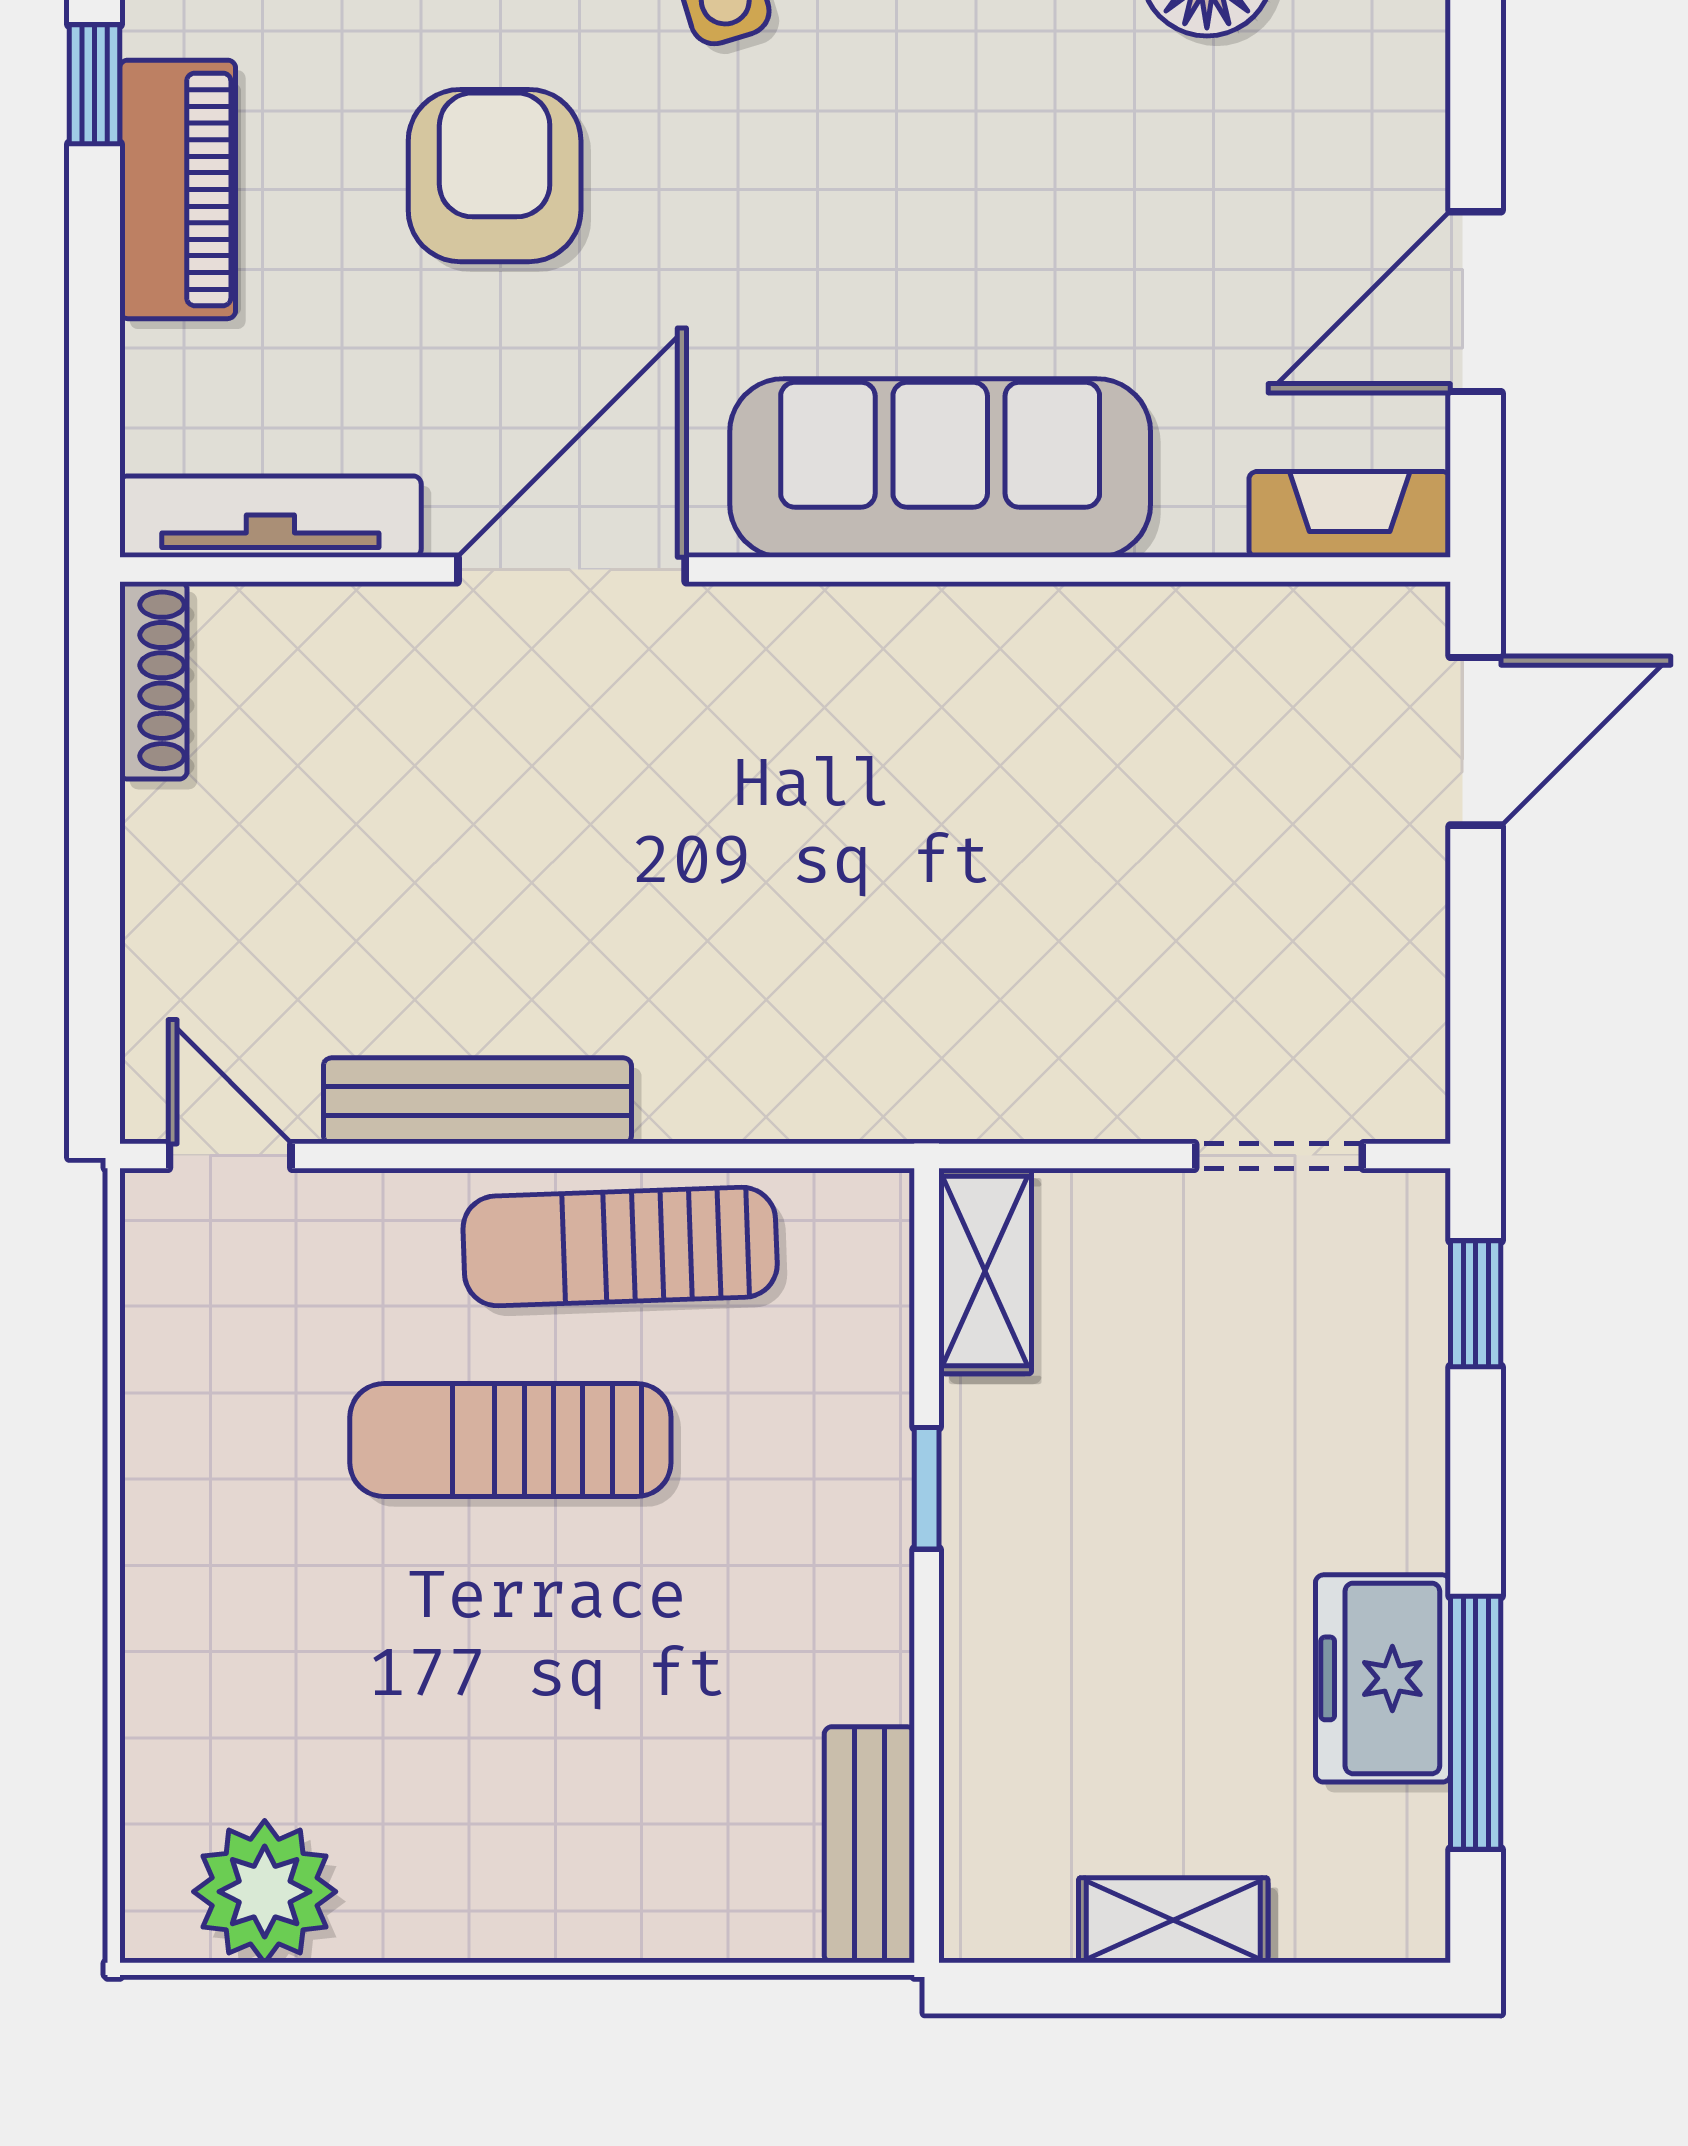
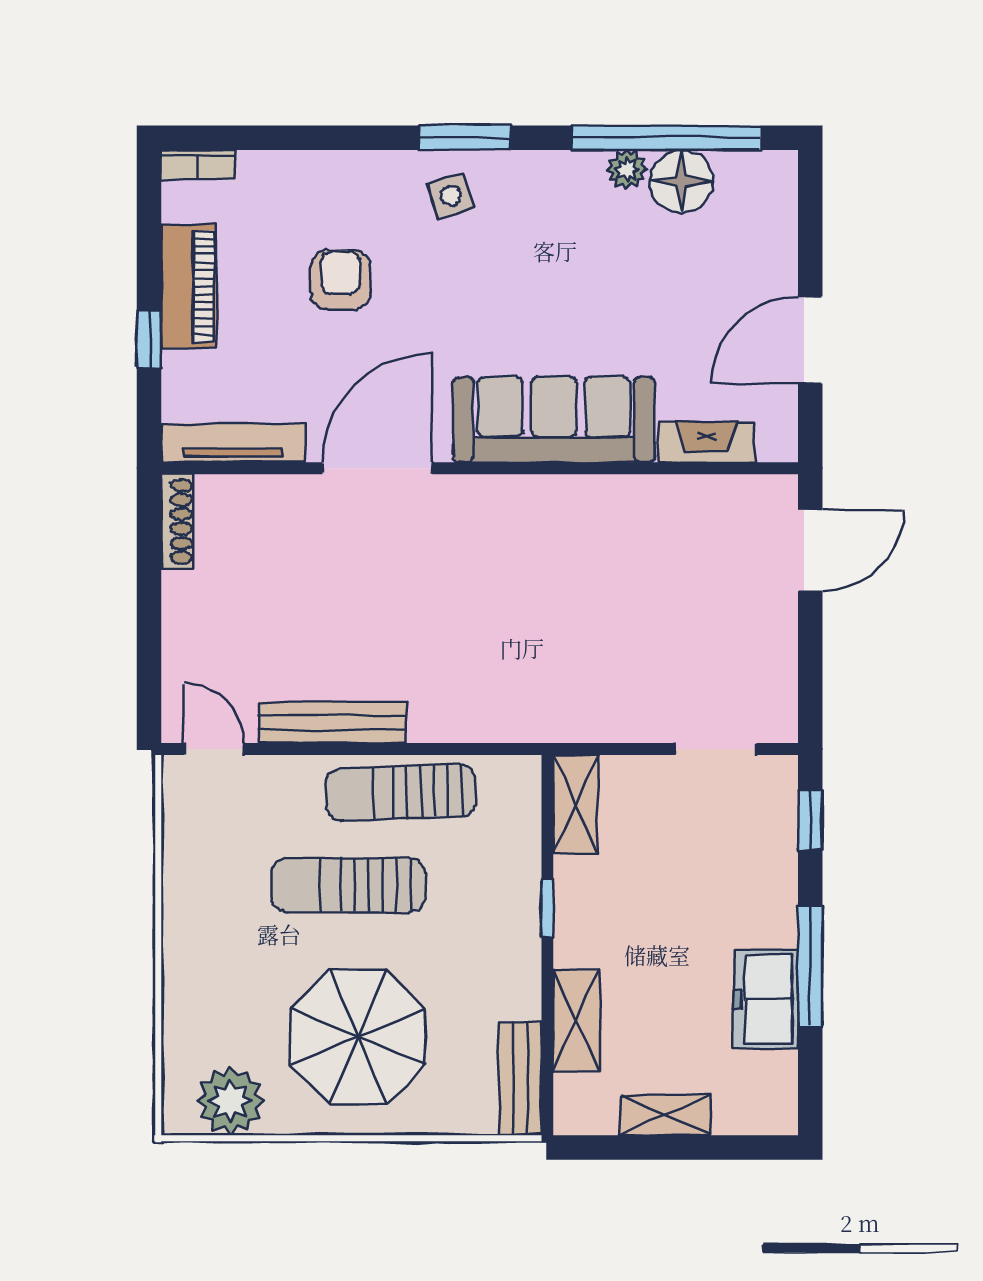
window: (94, 84) -> (149, 339), moved
armchair: (495, 176) -> (341, 280), width x0.72, depth x0.72
fireplace: (1350, 514) -> (707, 442), moved
shelving: (987, 1722) -> (576, 1020), added
window: (1476, 1723) -> (810, 966), moved
parasol: (531, 1757) -> (358, 1037), added

